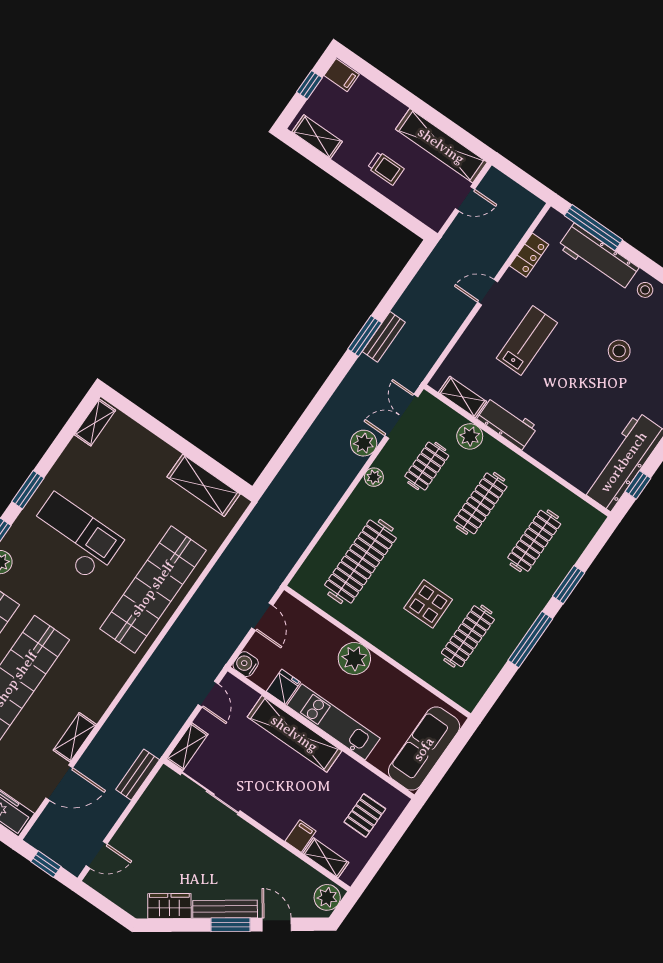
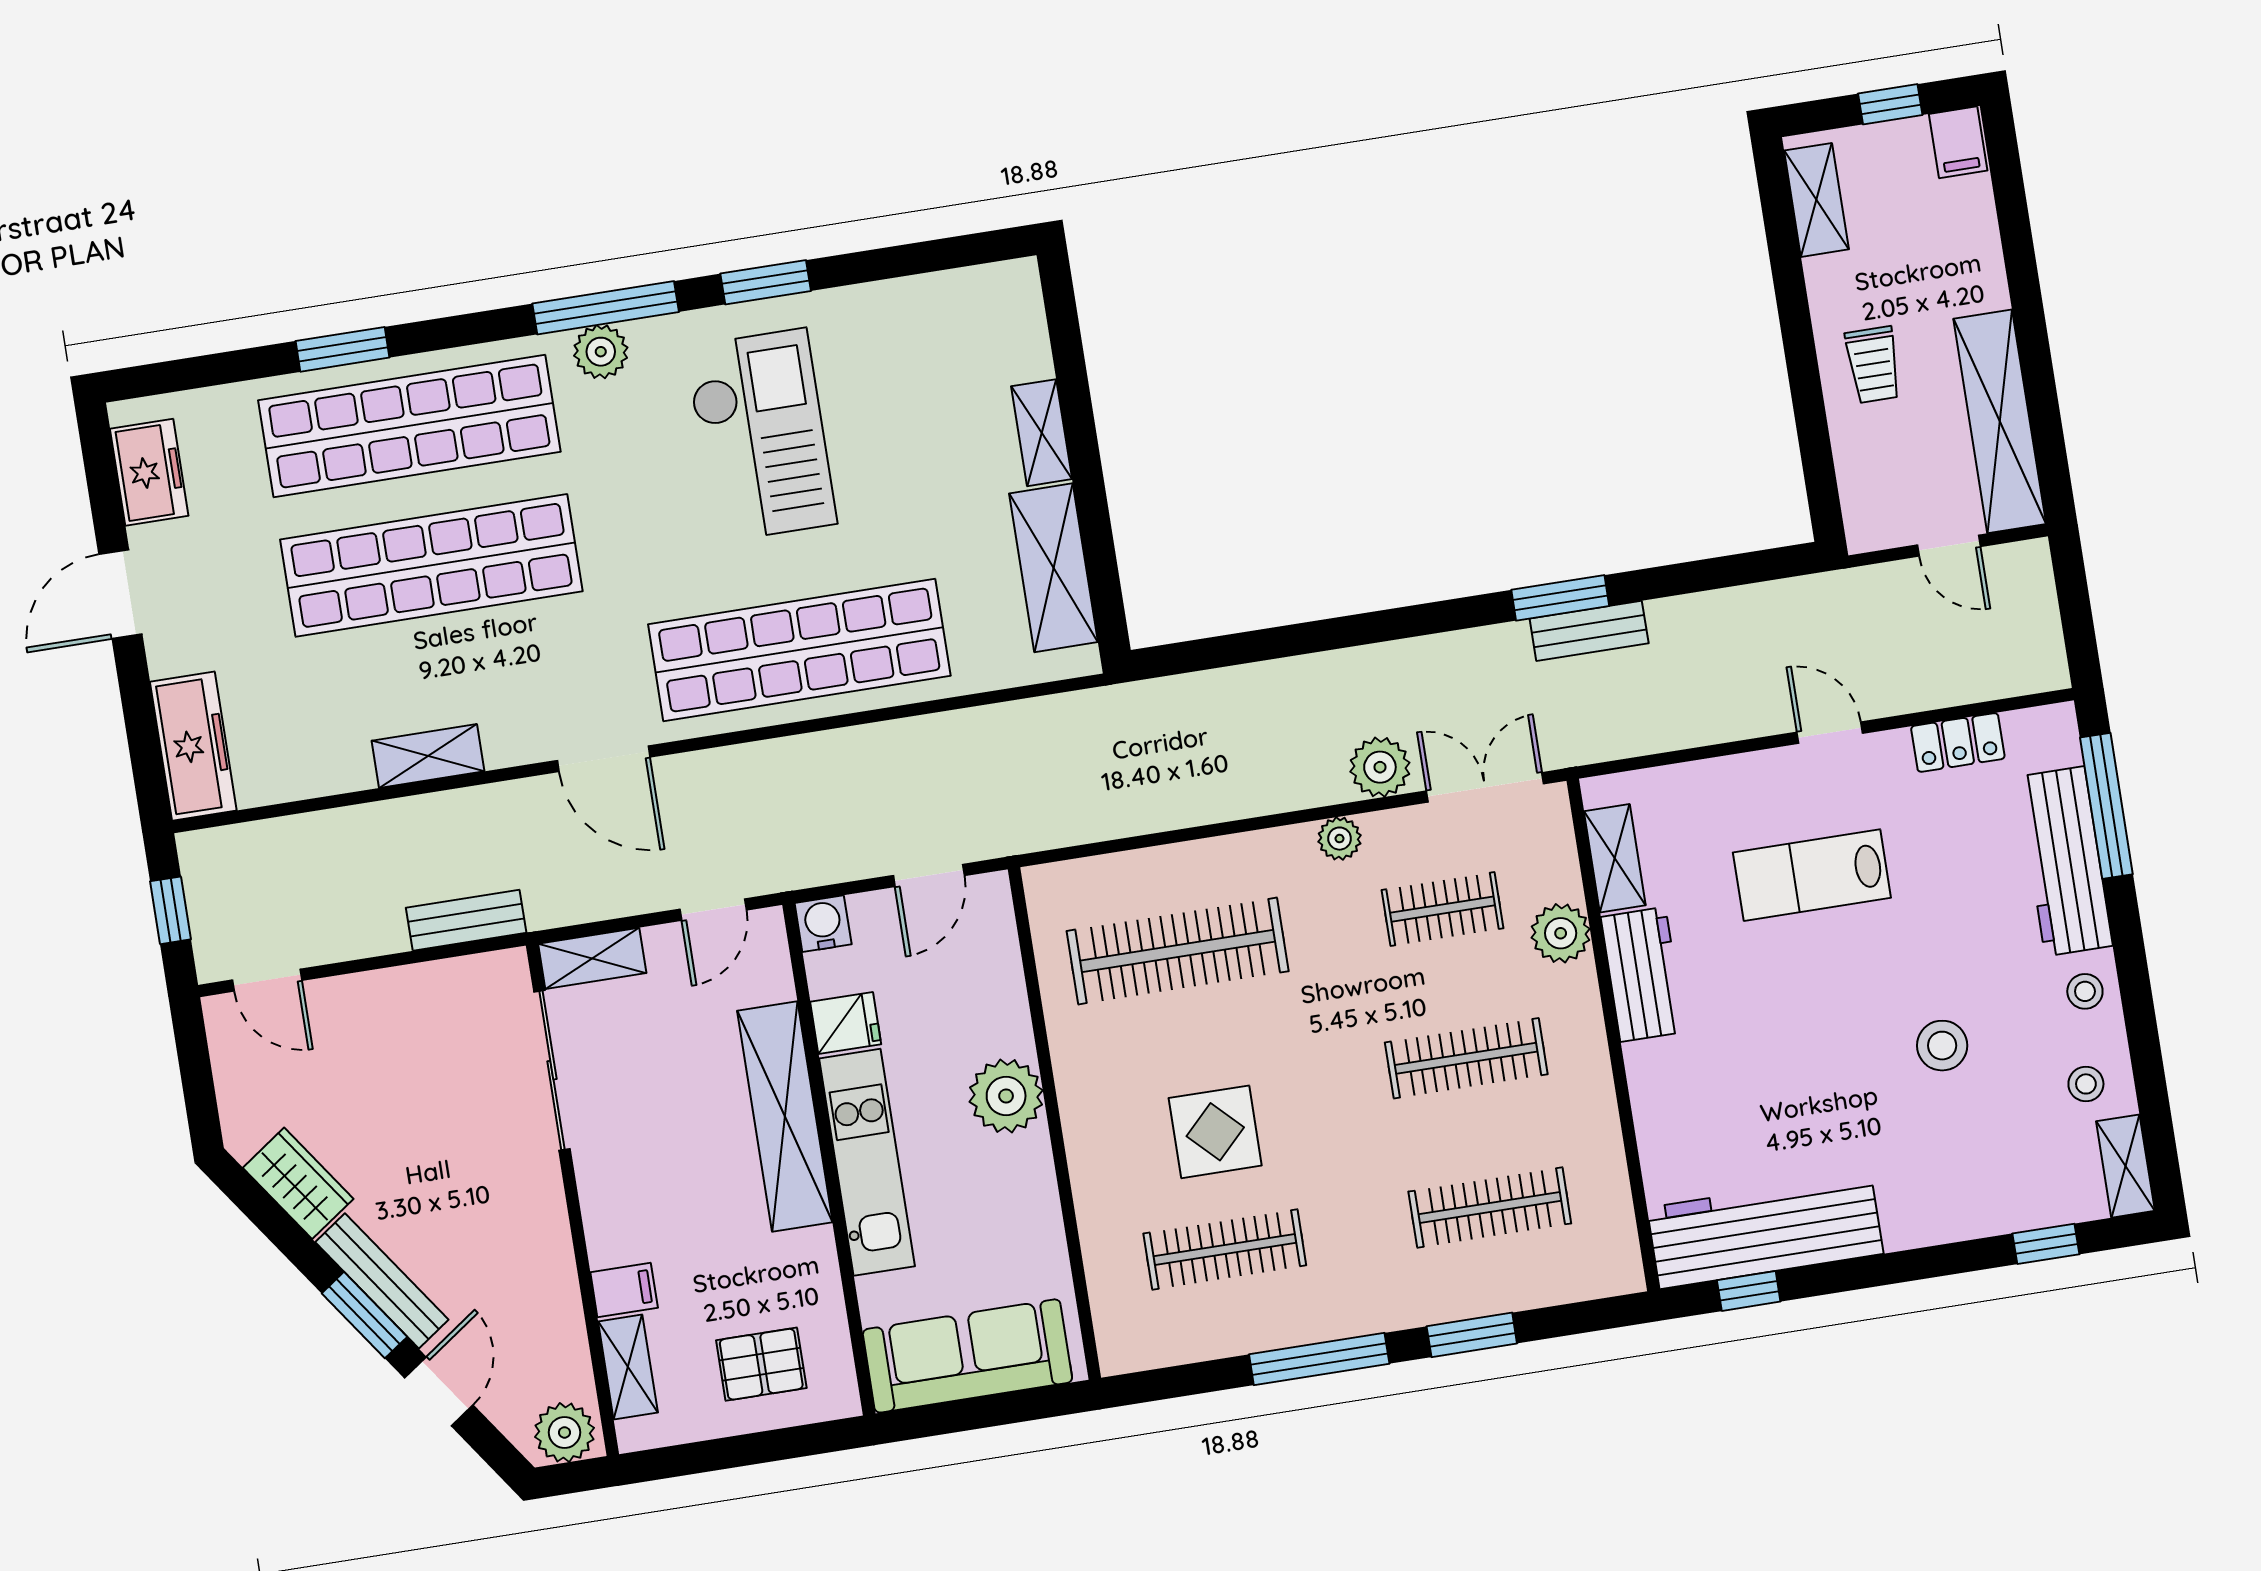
lab bench: (527, 340) -> (1812, 875), turned 180
shelving: (95, 423) -> (1042, 433), moved, turned 90
door: (59, 783) -> (604, 759), moved

